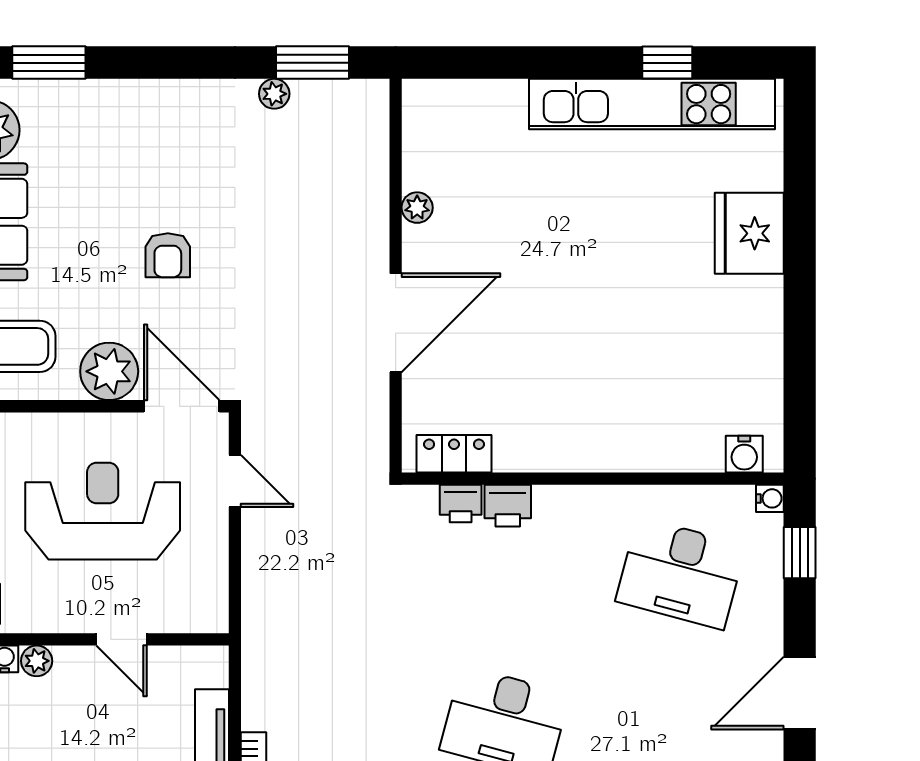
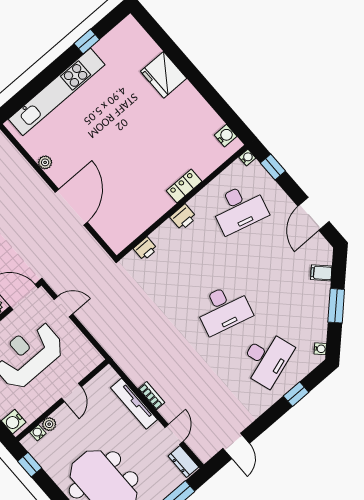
kitchen unit: (652, 104) -> (57, 92), moved
locker: (454, 454) -> (184, 186), moved
water cooler: (744, 454) -> (226, 136), moved, turned -90
printer: (508, 506) -> (183, 217), moved
door: (121, 639) -> (71, 392), hinge flipped

